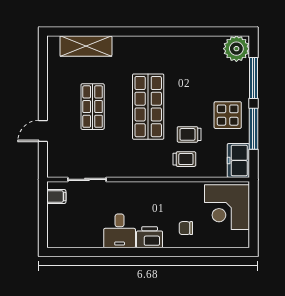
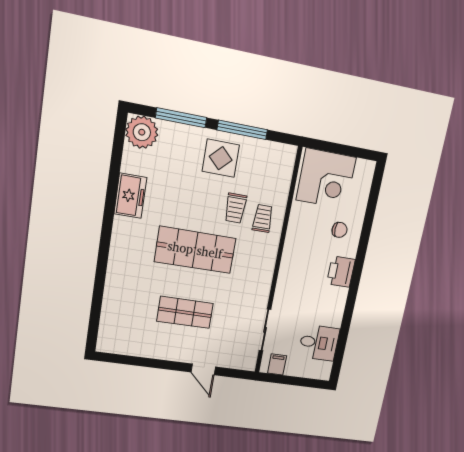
shelving: (86, 46) -> (113, 310), removed
freezer: (238, 160) -> (130, 196), moved, turned -90
chair: (186, 228) -> (340, 230), turned -90
desk: (120, 231) -> (319, 343), moved

